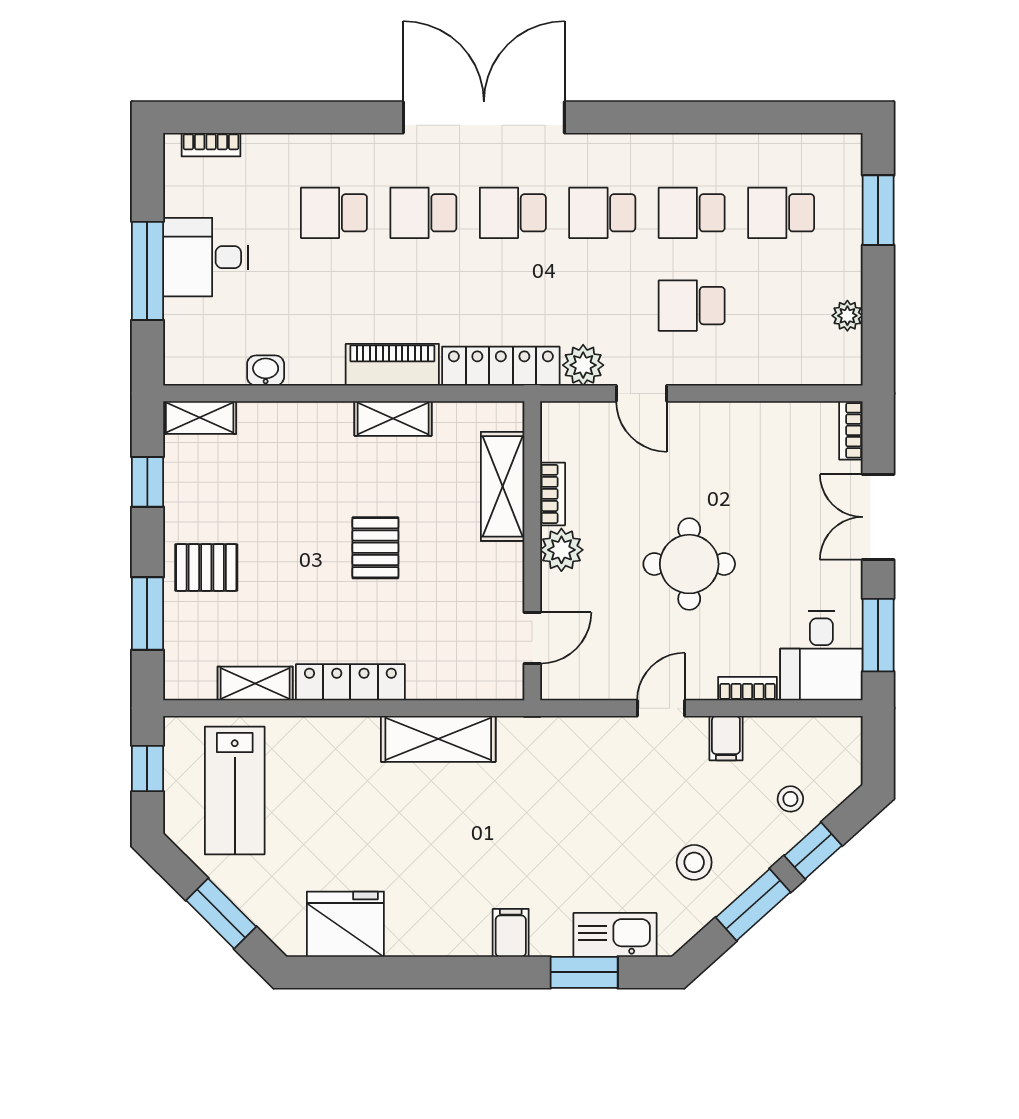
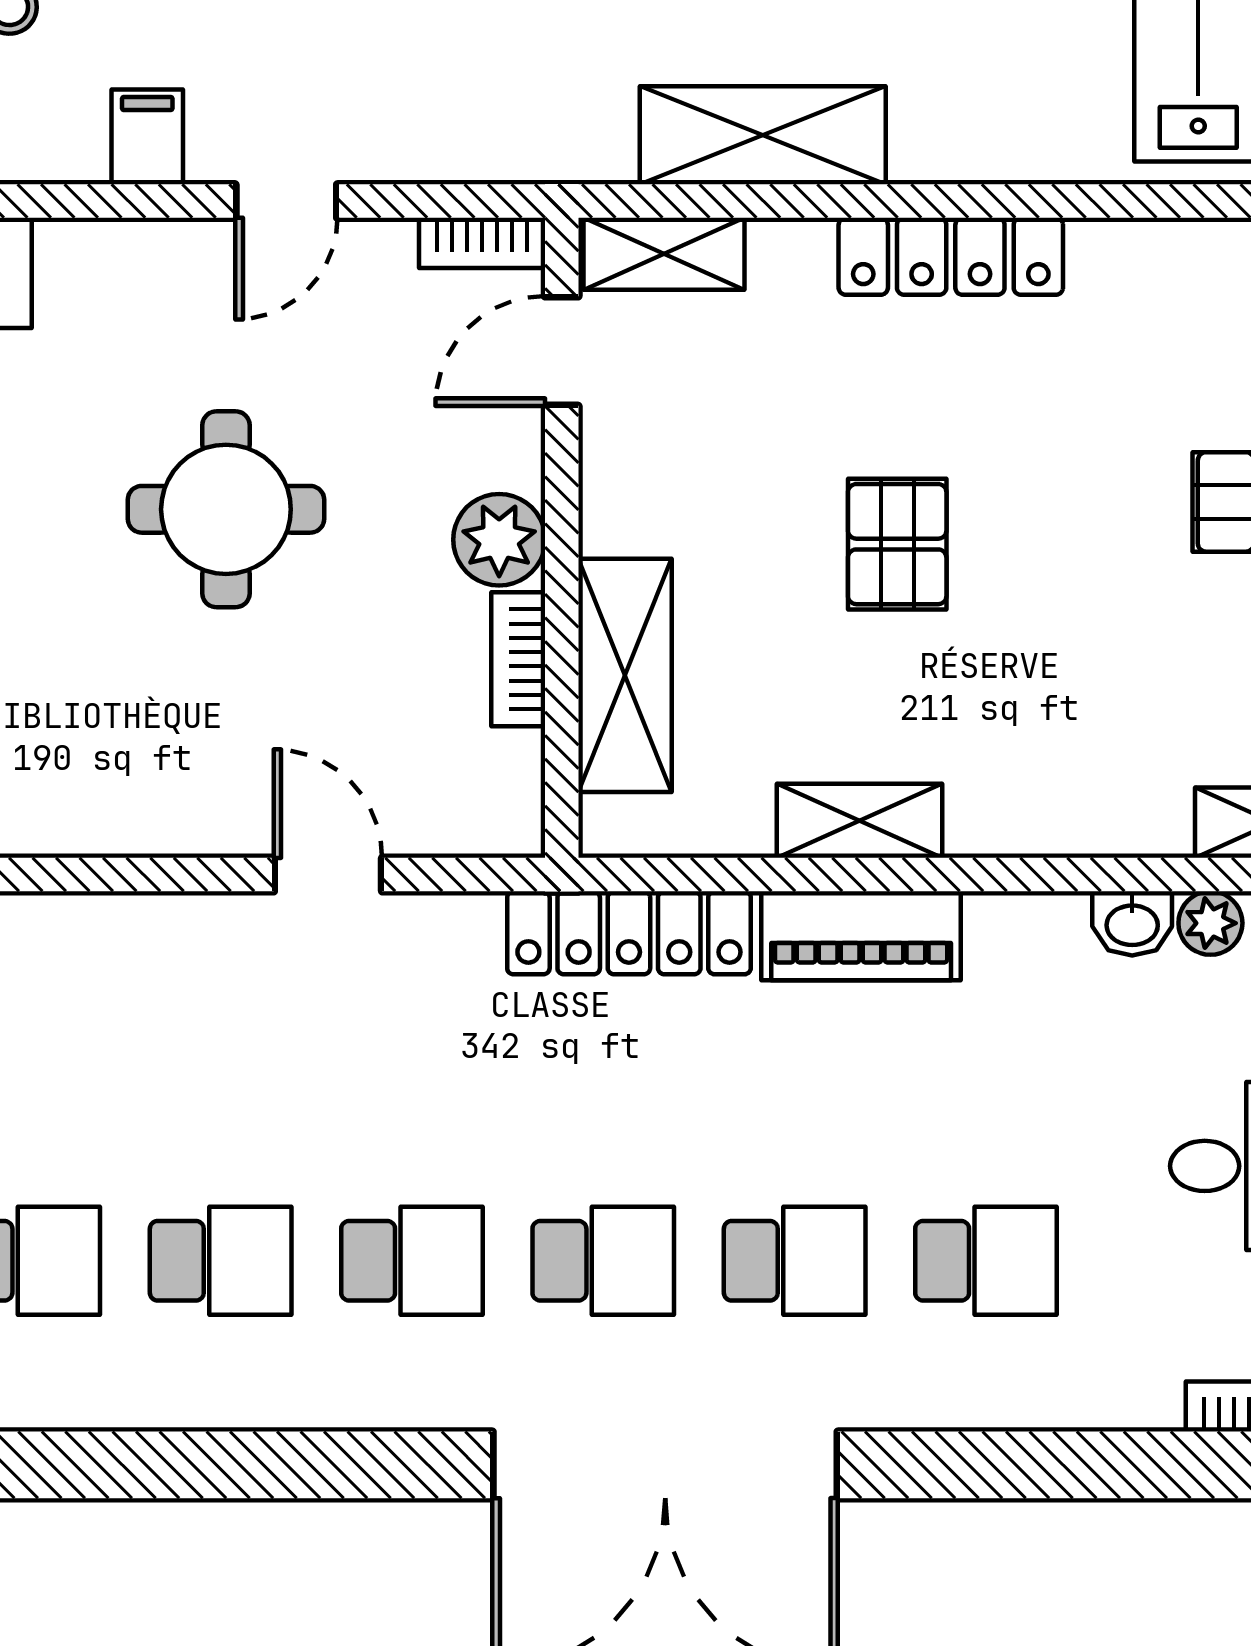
school desk: (692, 306) -> (221, 1062), removed
plant: (583, 365) -> (1210, 923), moved, width x0.73, depth x0.73
shelving: (255, 683) -> (664, 254), moved
bookcase: (747, 689) -> (482, 243), moved

